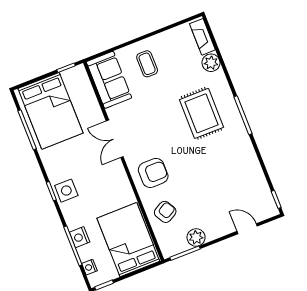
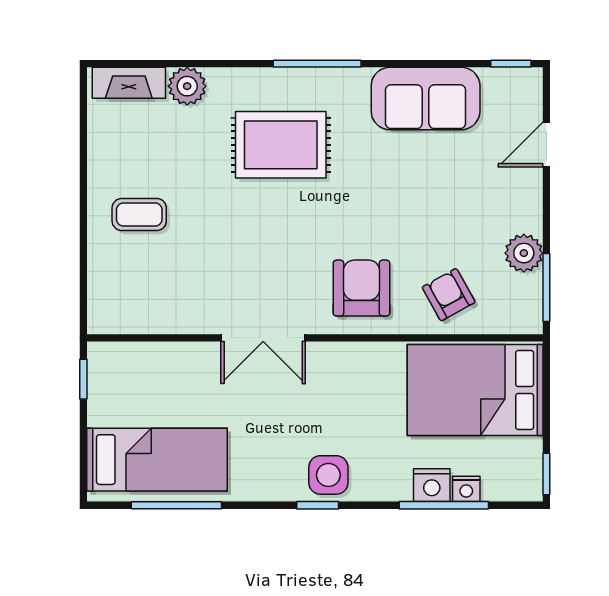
sofa: (109, 80) -> (426, 99), moved, turned 180
bed: (51, 111) -> (157, 460), width x0.67
nightstand: (89, 267) -> (466, 489), moved

